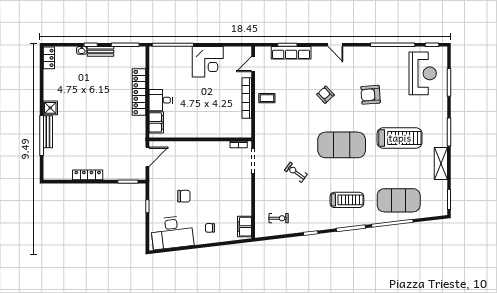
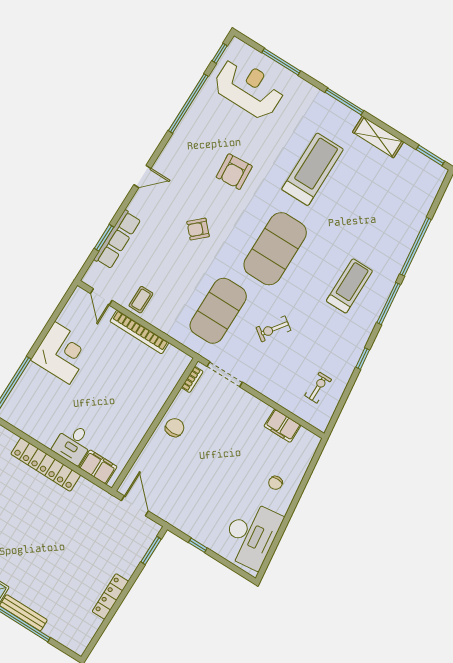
coffee table: (267, 98) -> (141, 300), moved
chair: (184, 196) -> (175, 428), moved
exercise mat: (399, 200) -> (218, 311), moved
filing cabinet: (244, 227) -> (282, 426), moved

